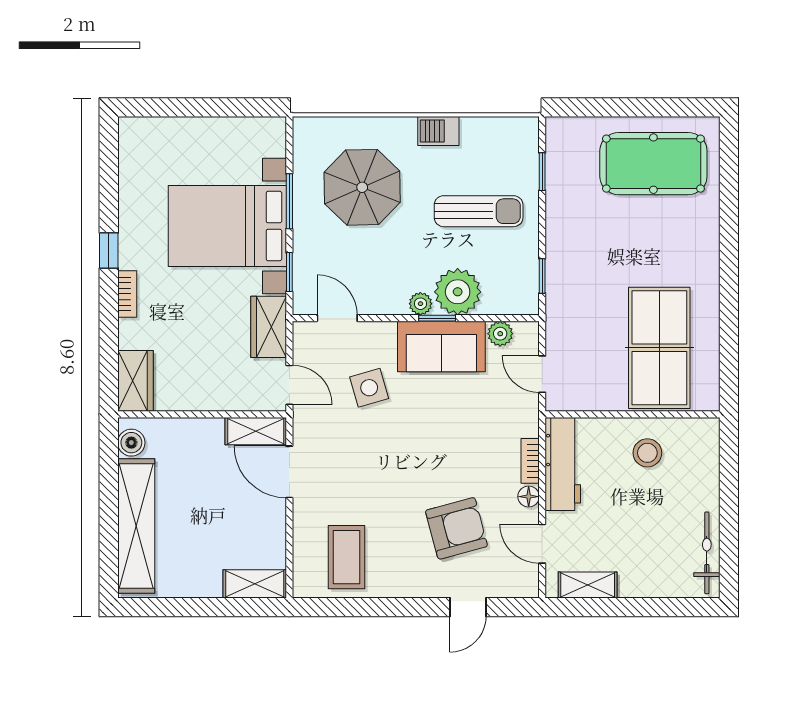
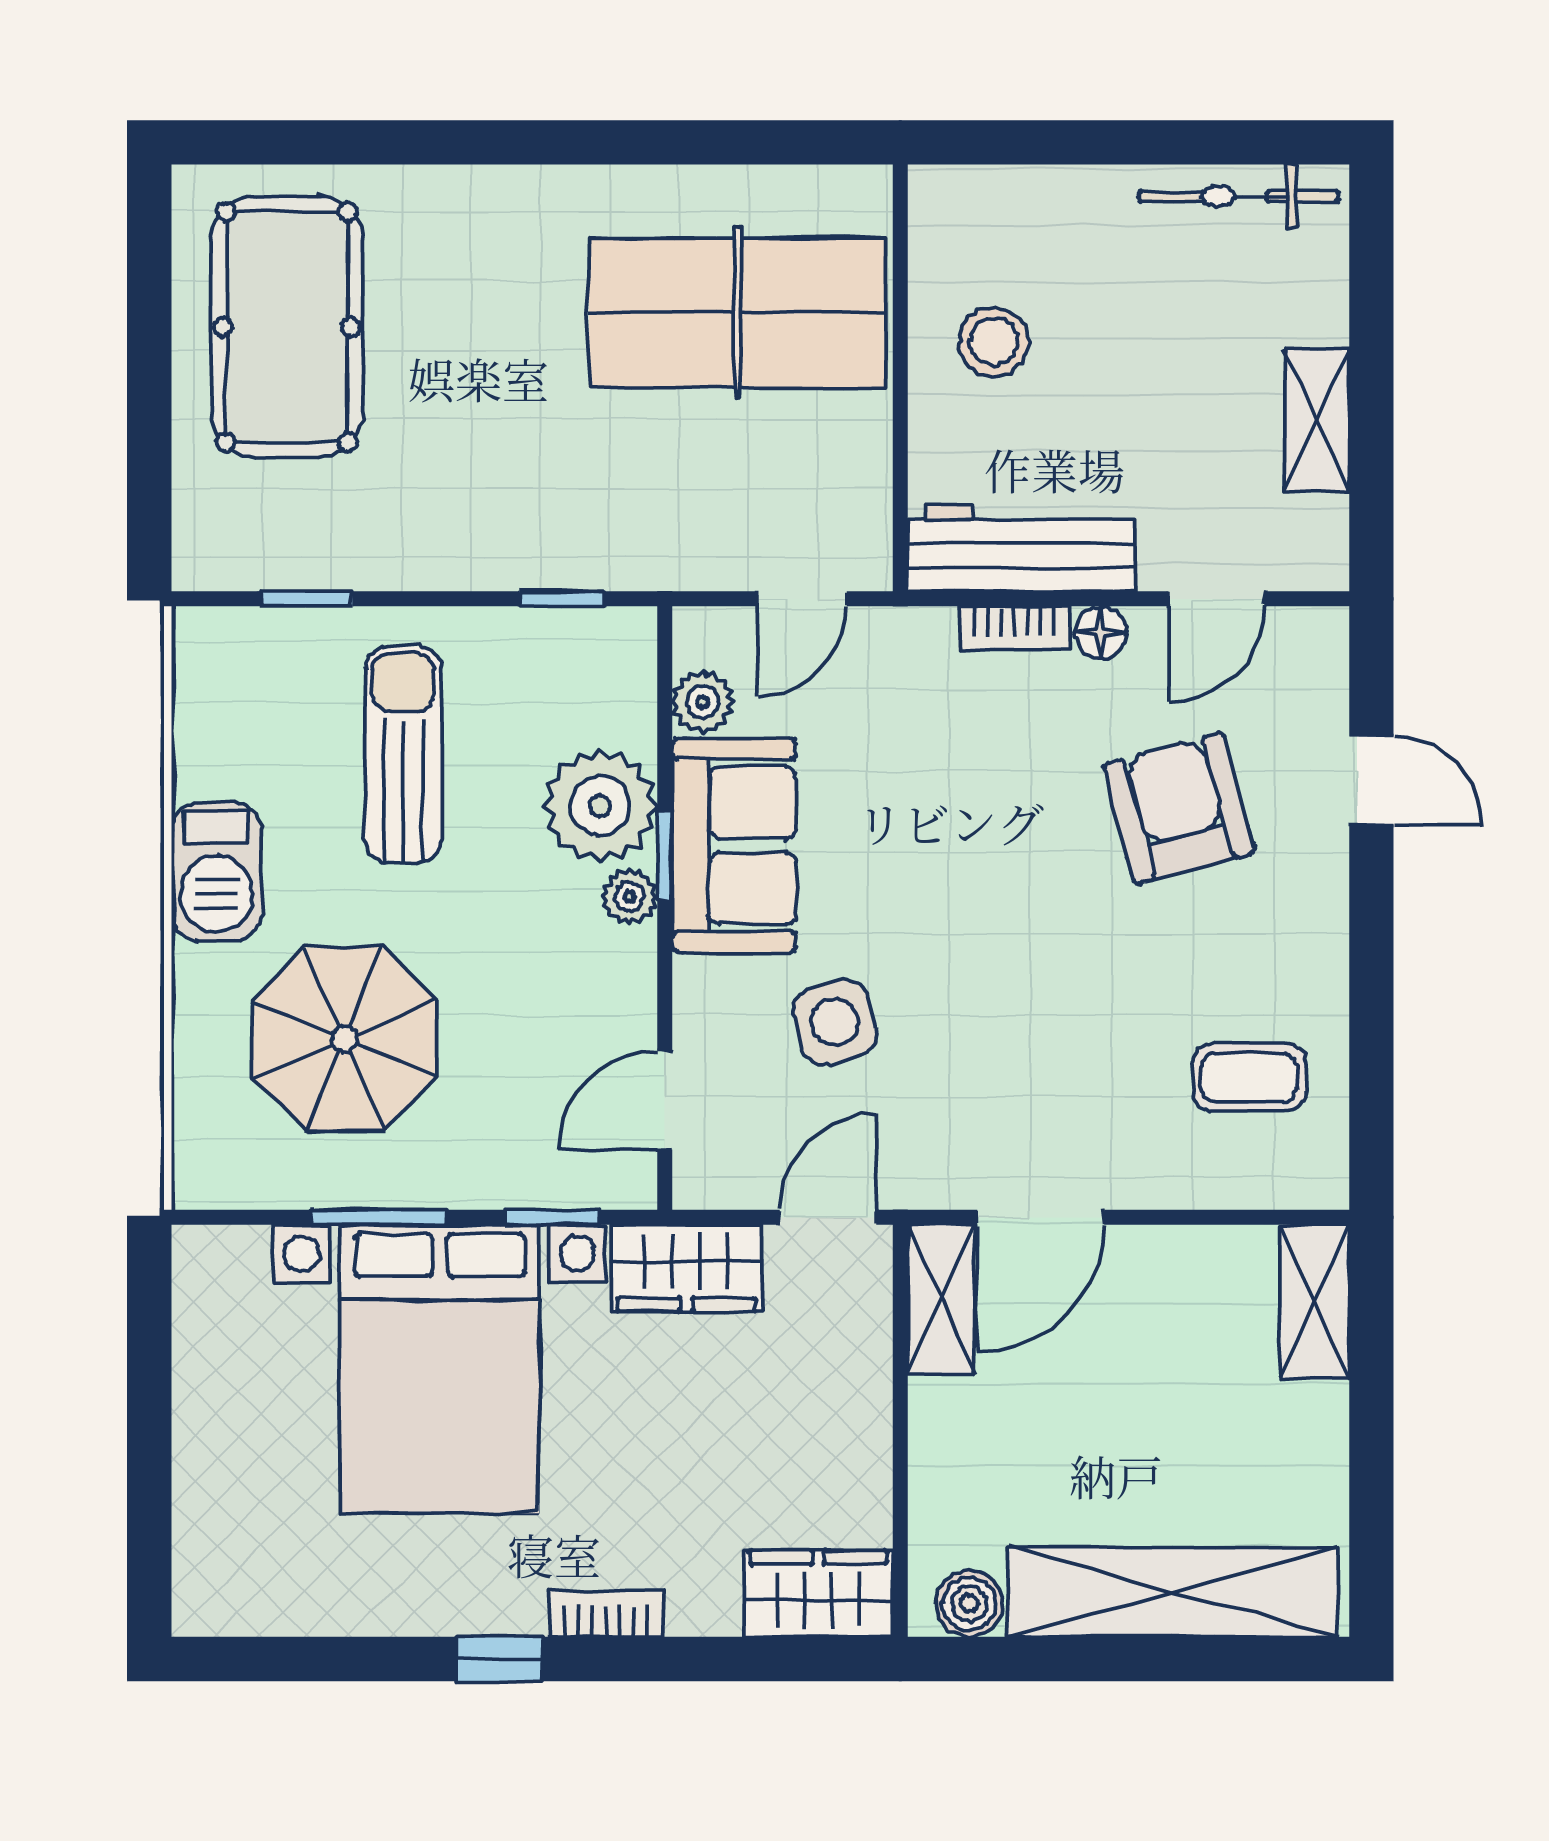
barbecue: (438, 131) -> (216, 872), width x1.38, depth x1.27
coffee table: (347, 557) -> (1249, 1077), width x0.73, depth x0.77
shelving: (588, 585) -> (1317, 420), moved

